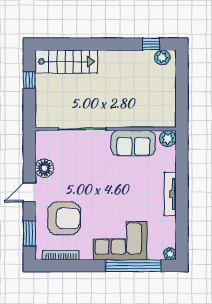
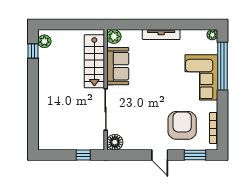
stairs: (66, 62) -> (94, 61), moved, turned 180
window: (29, 80) -> (83, 155), moved
floor lamp: (44, 168) -> (115, 142), moved

